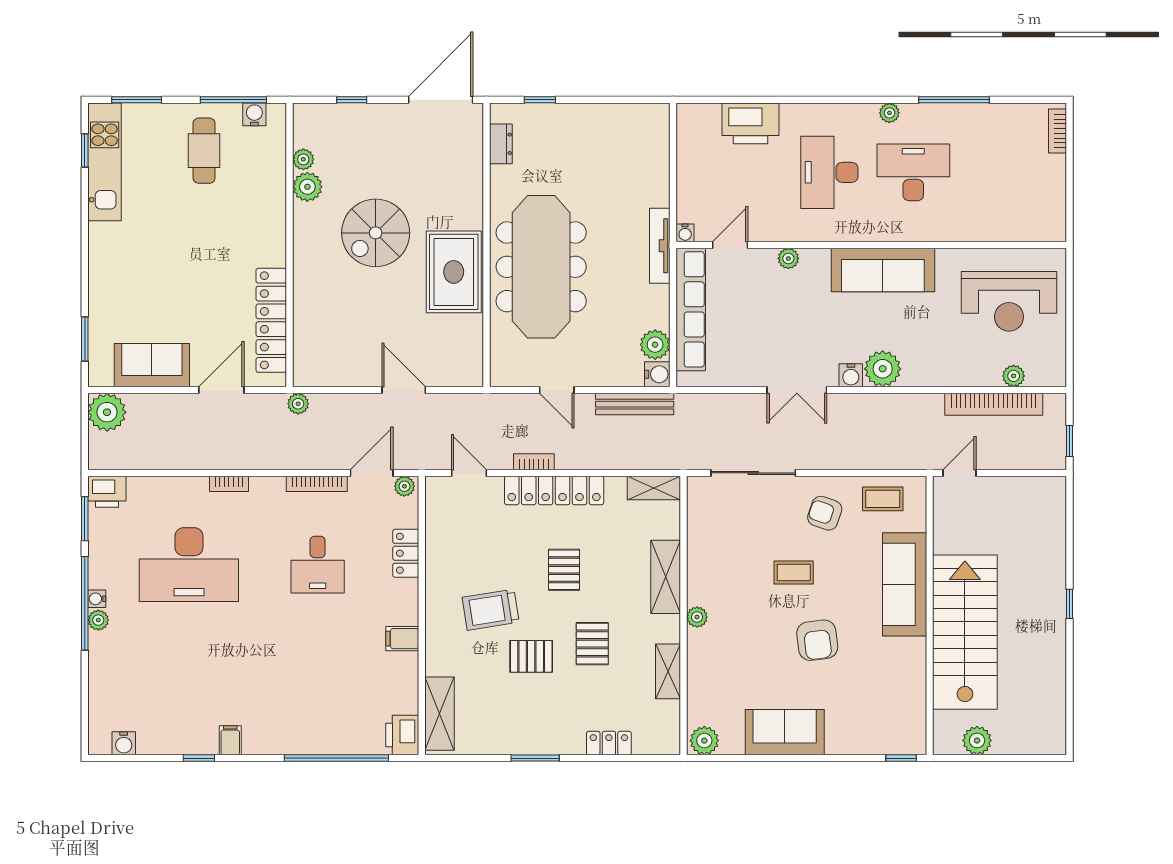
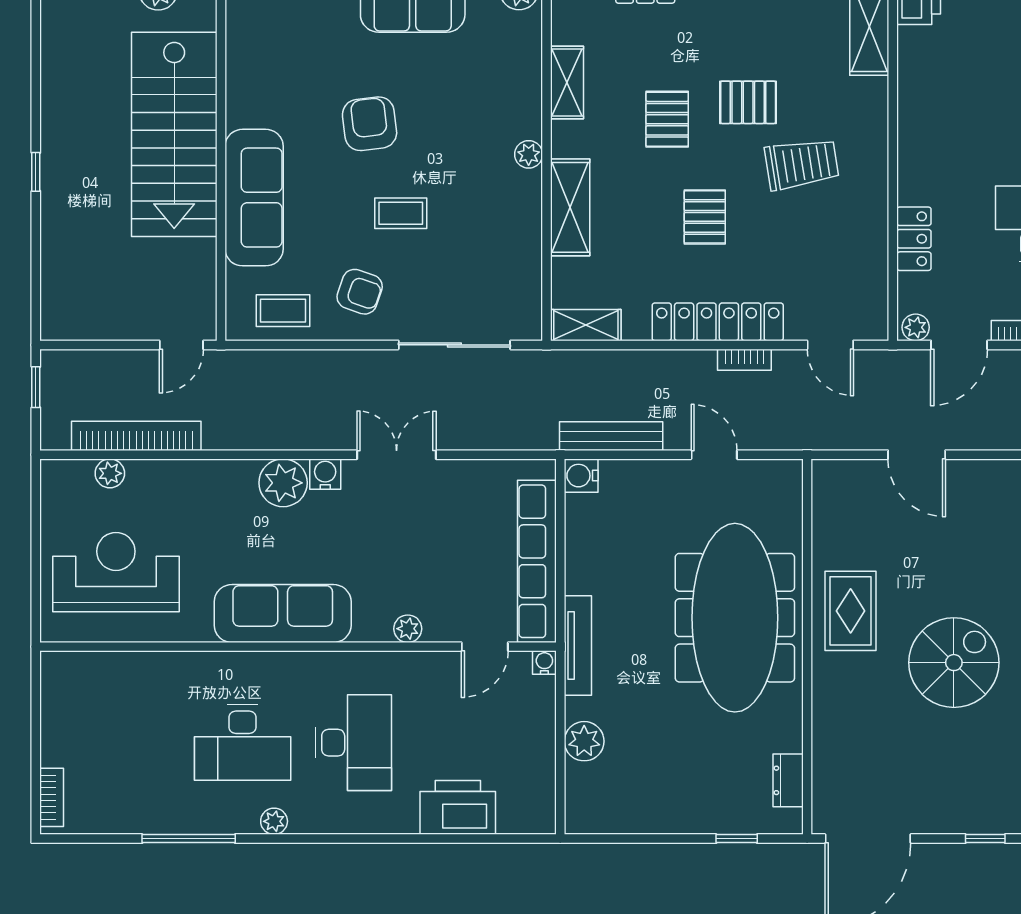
rug: (454, 272) -> (851, 611), width x0.73, depth x0.70
plant: (655, 345) -> (584, 741), moved
filing cabinet: (402, 639) -> (919, 126), removed

